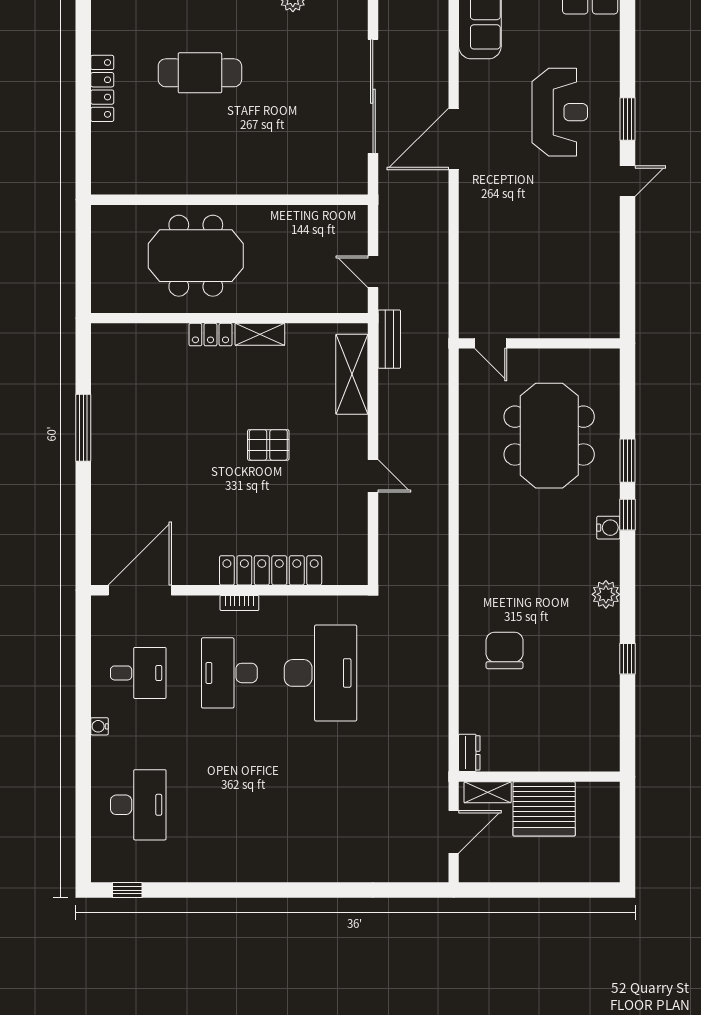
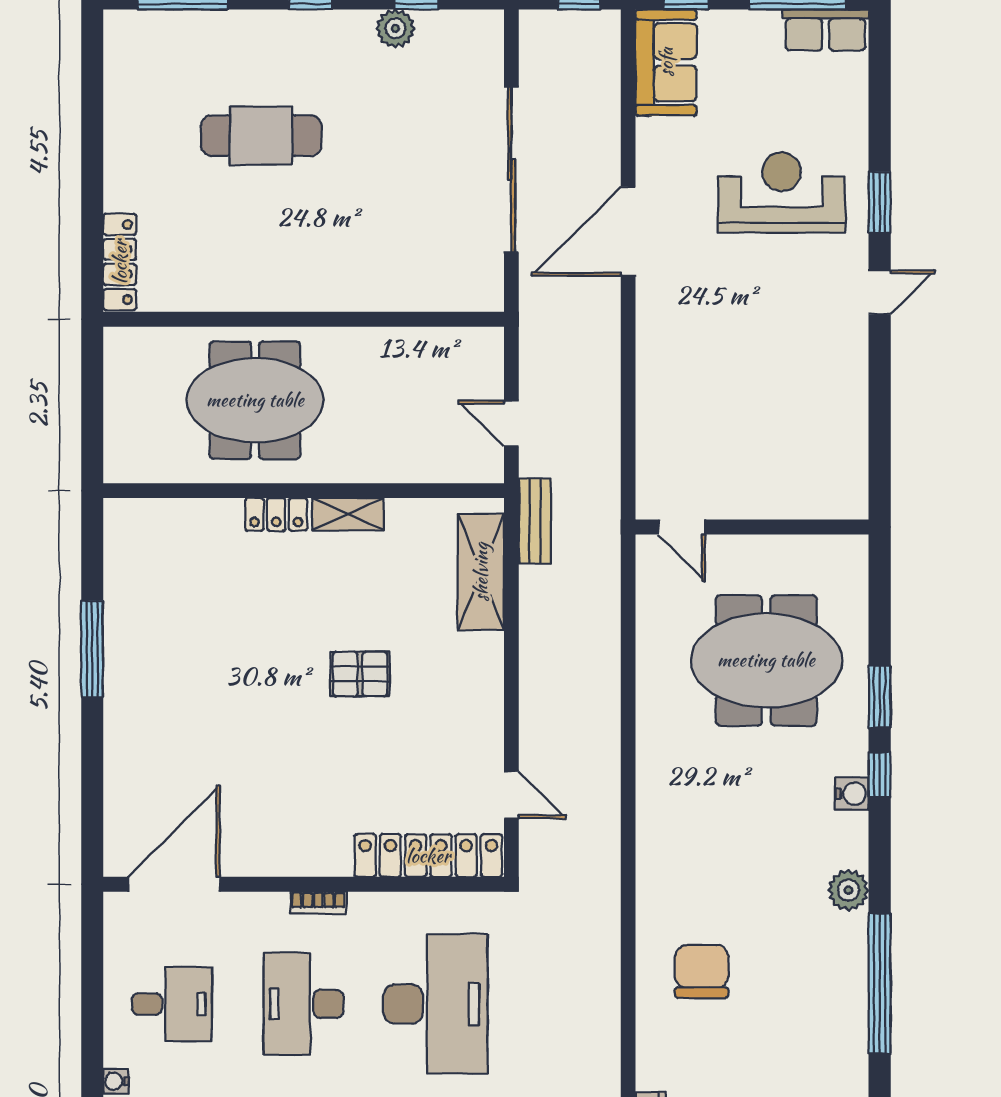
locker: (102, 88) -> (120, 262), moved
reception desk: (560, 112) -> (782, 192), turned -90
meeting table: (549, 436) -> (766, 660), turned 90
door: (373, 476) -> (511, 795), moved
locker: (271, 570) -> (428, 856), moved
window: (627, 659) -> (880, 983), width x3.17

